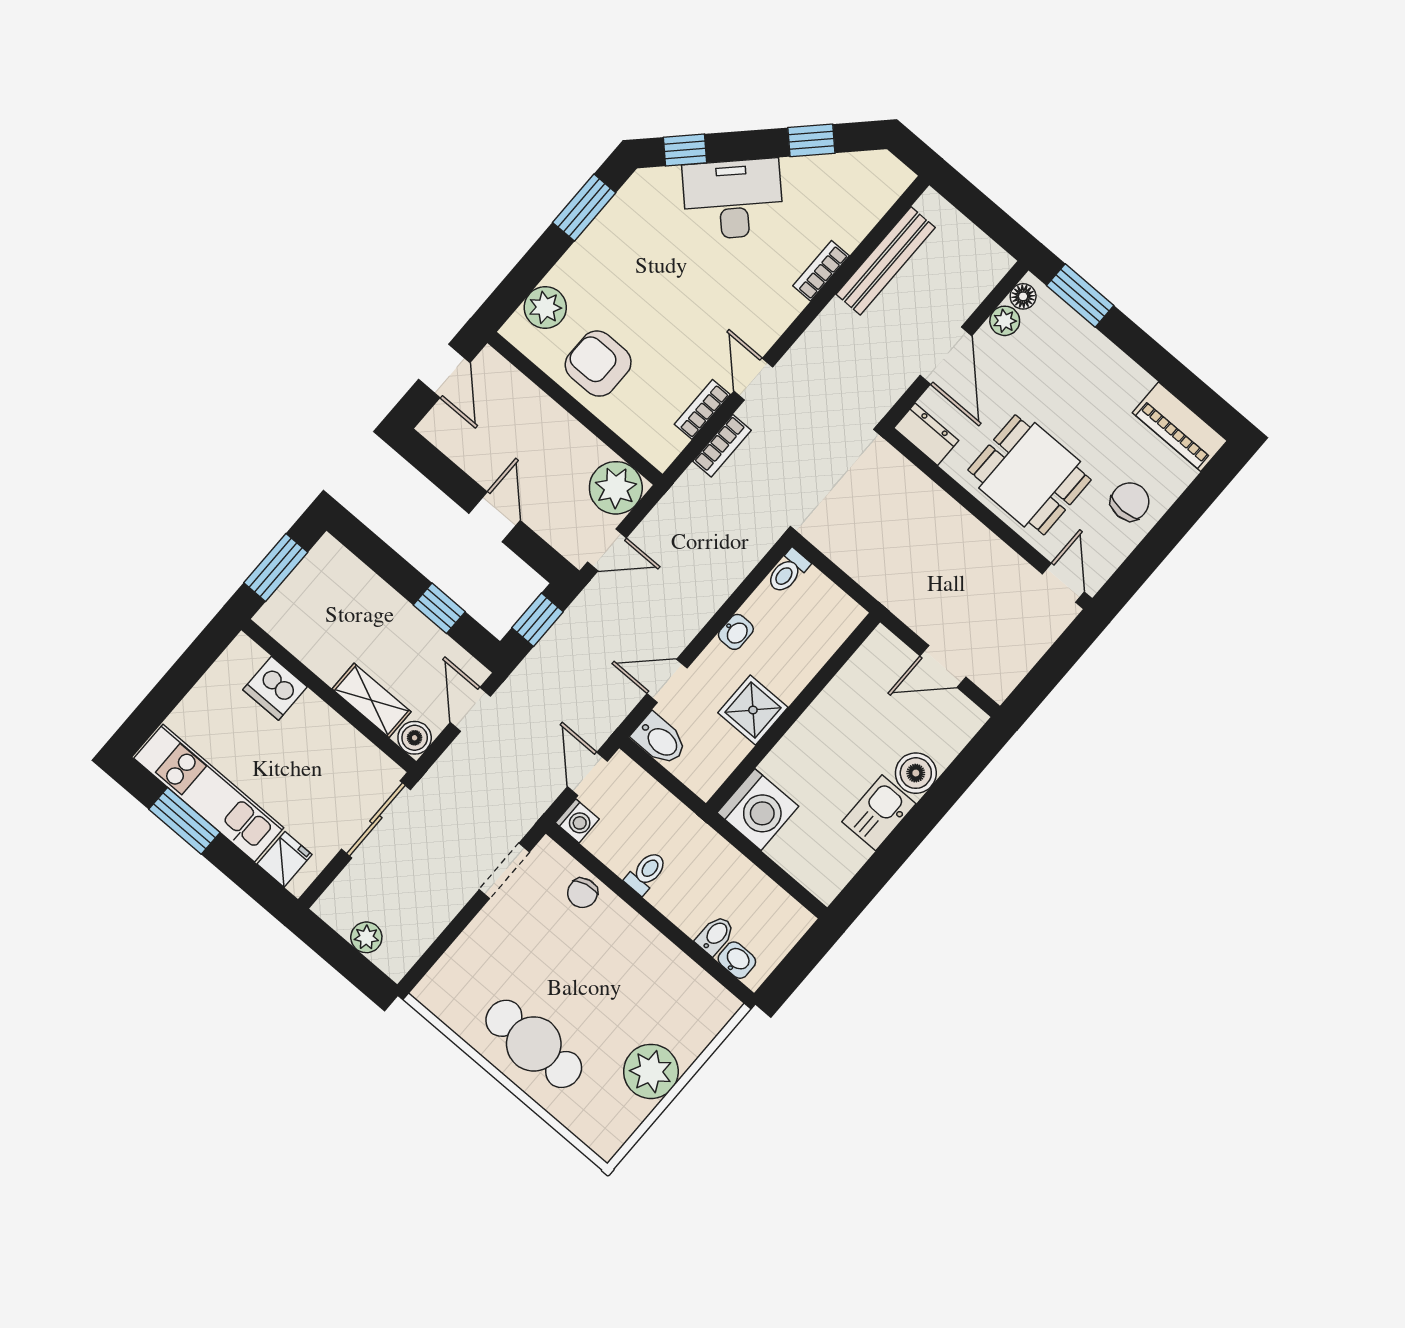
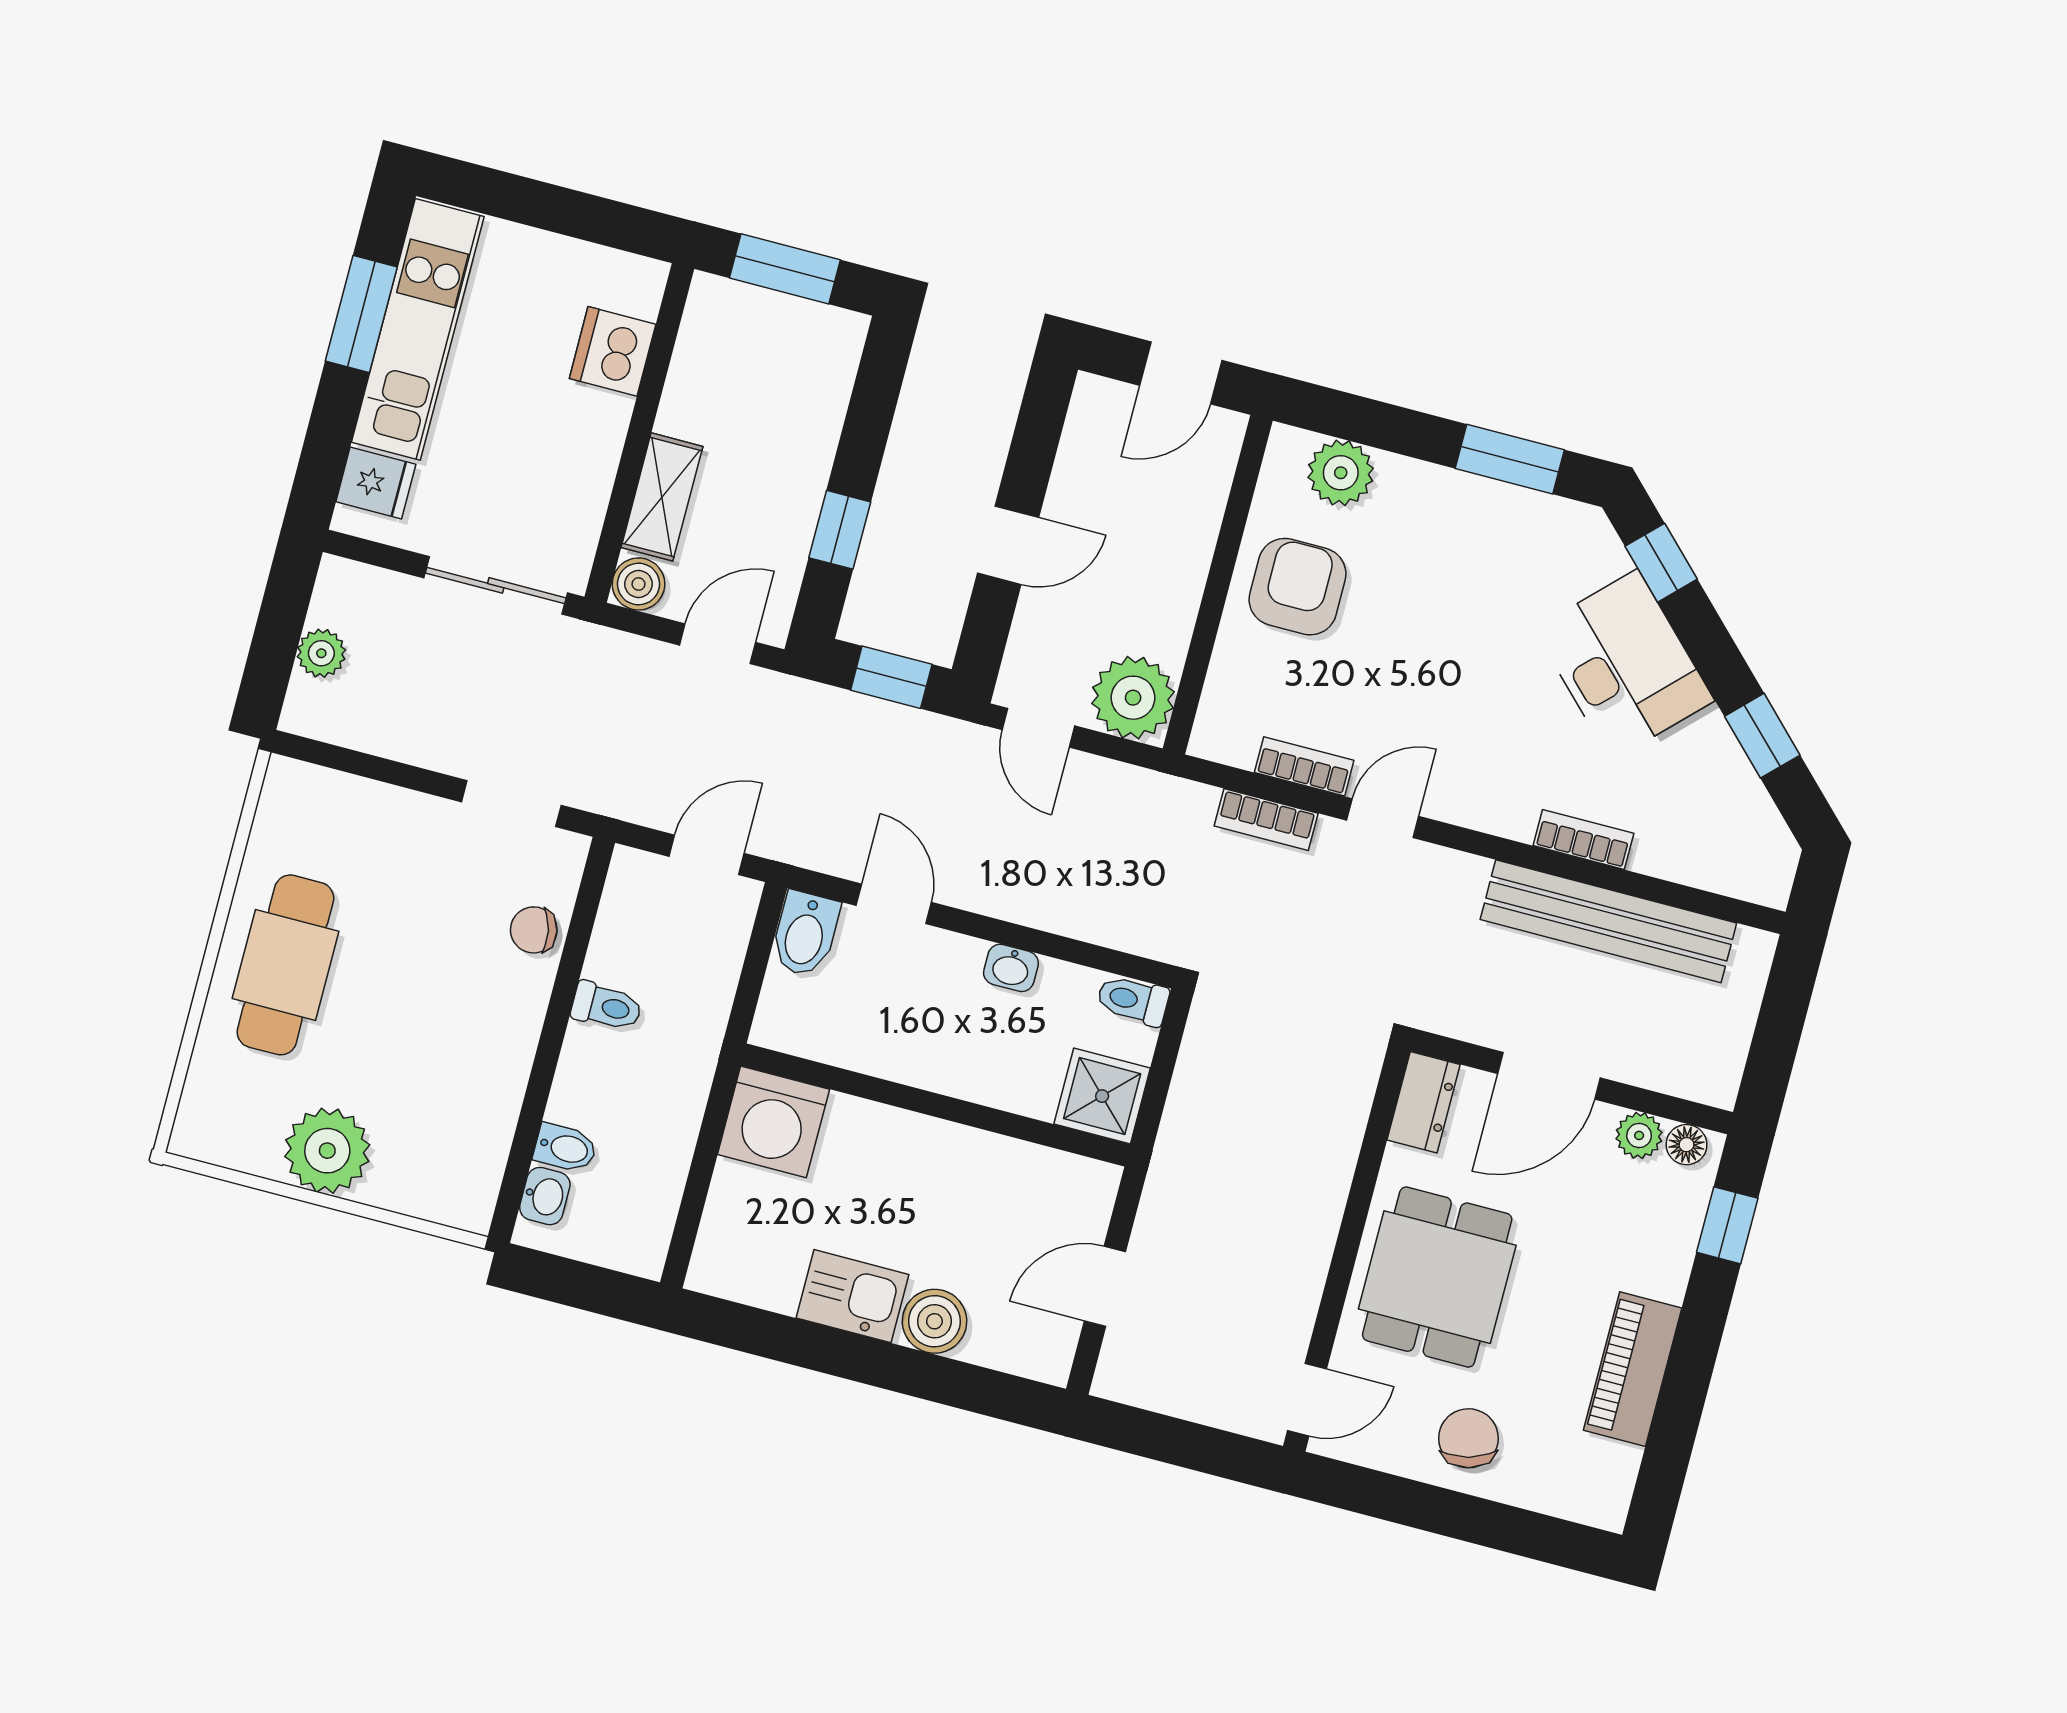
bench: (886, 261) -> (1608, 921), width x1.37, depth x1.21
window: (1080, 295) -> (1727, 1225), width x0.67
piano: (1180, 427) -> (1633, 1369), moved
chair: (1130, 502) -> (1468, 1438), turned -105
door: (943, 666) -> (1105, 1286), hinge flipped
shower: (753, 710) -> (1102, 1096), moved
washing machine: (577, 821) -> (633, 873), removed

